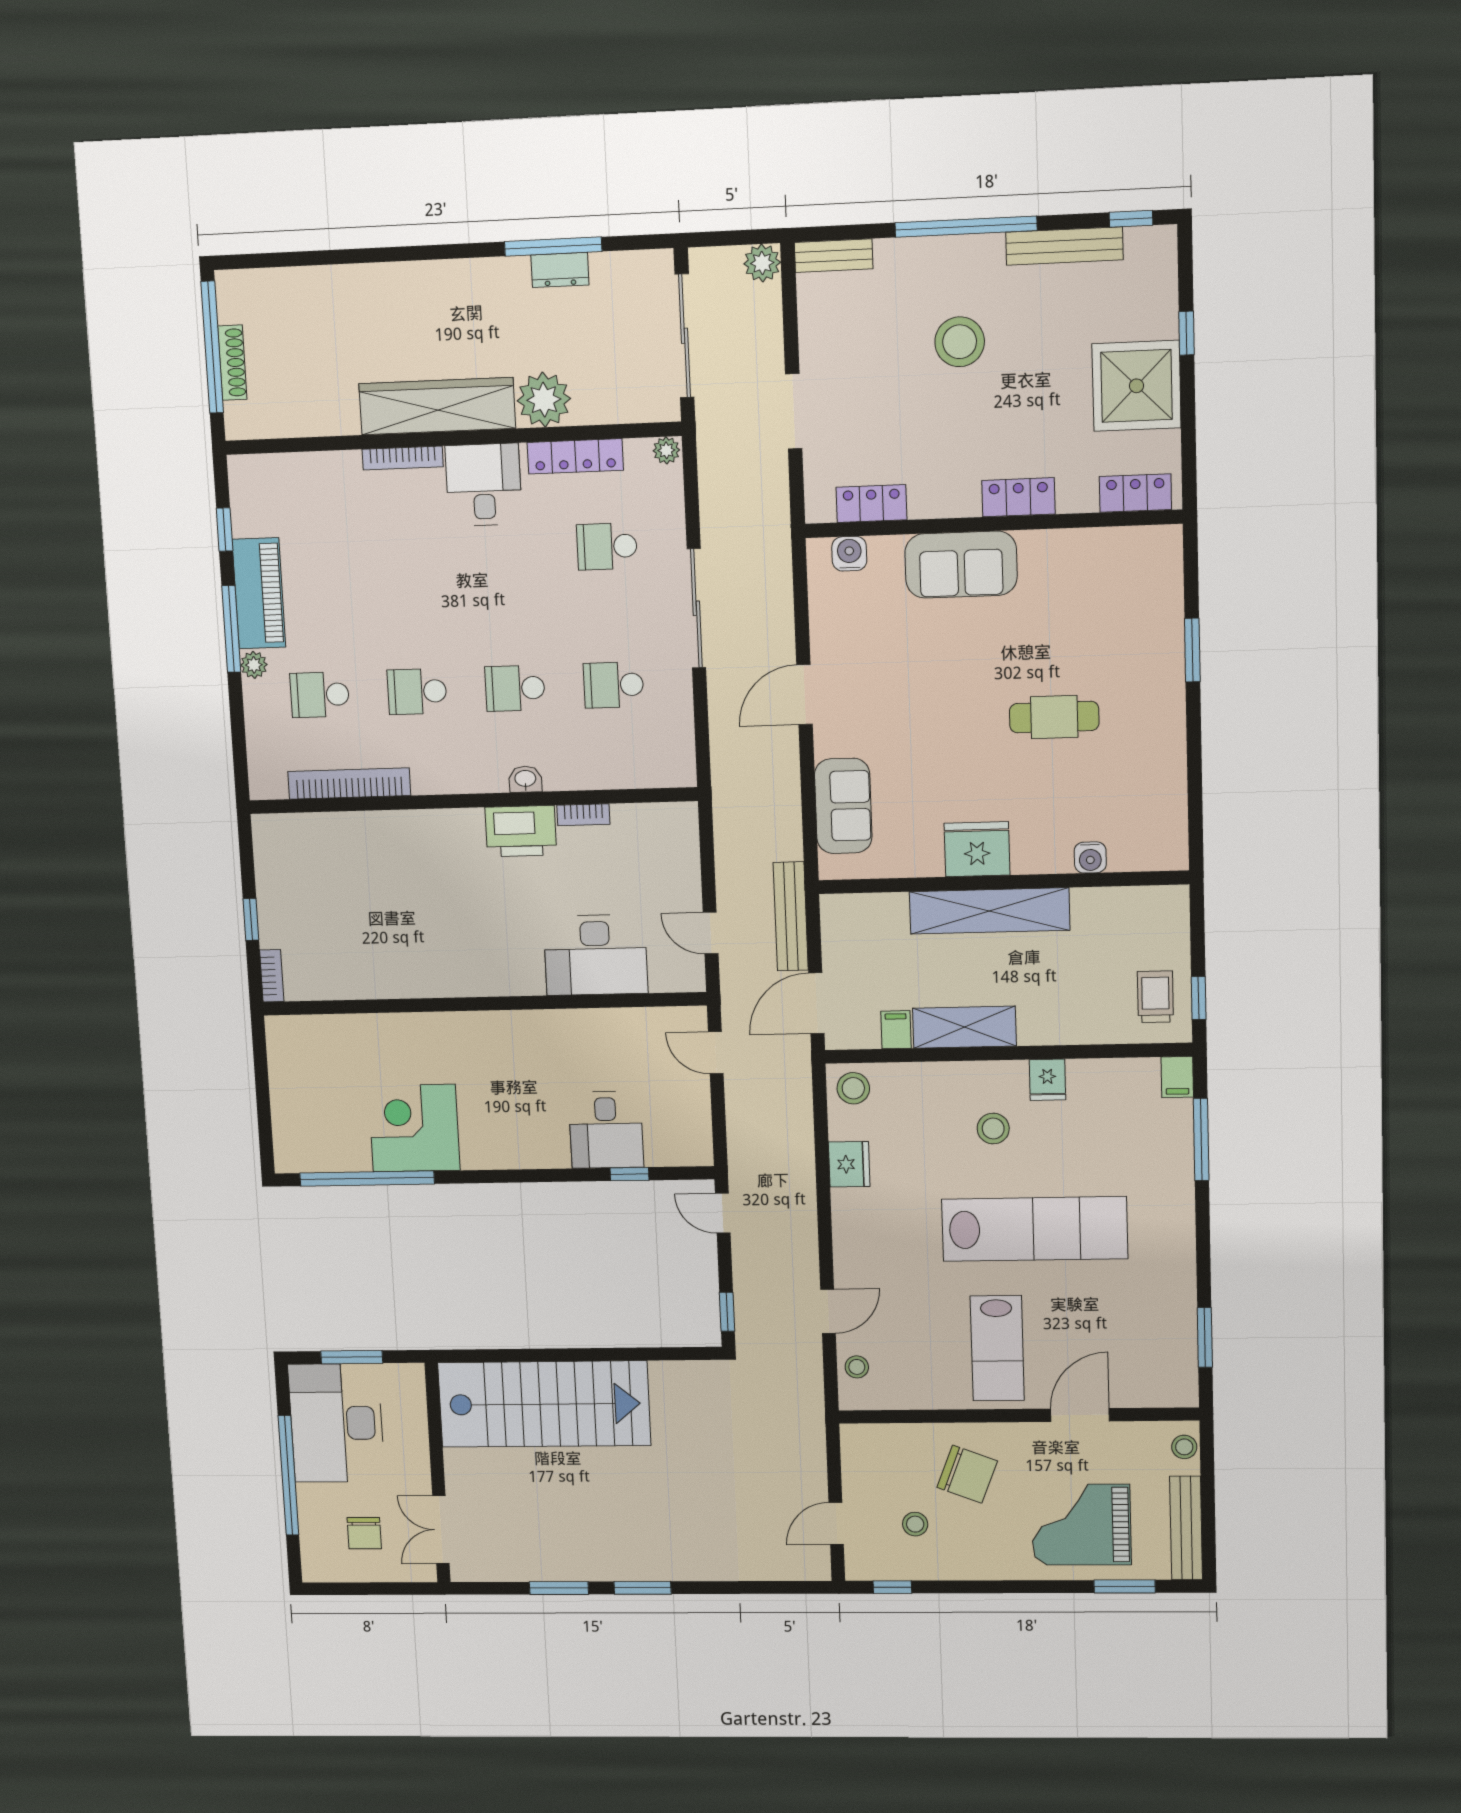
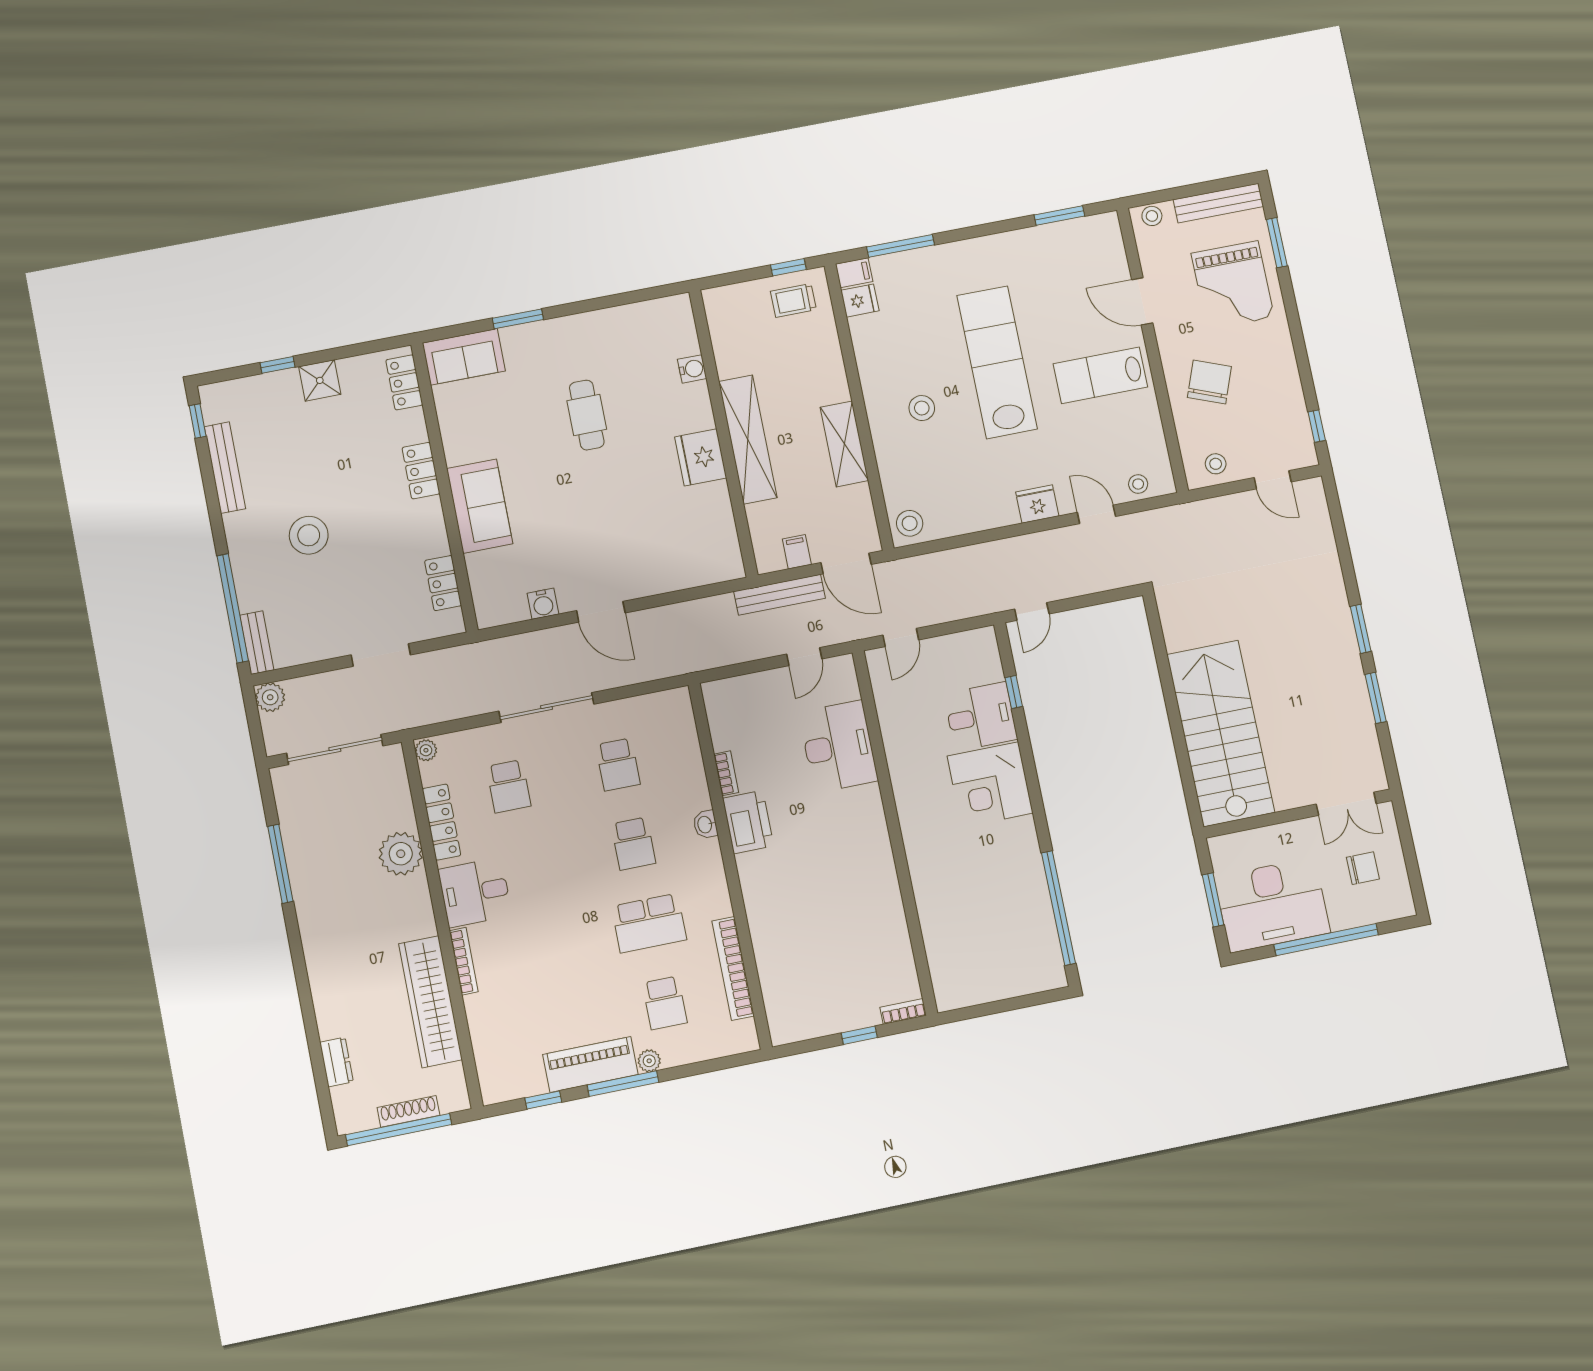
window: (966, 227) -> (233, 608), moved
dresser: (560, 270) -> (336, 1062), moved
shower: (1137, 386) -> (320, 380), width x0.54, depth x0.54
wardrobe: (437, 406) -> (430, 1002), moved
water cooler: (849, 554) -> (543, 604), moved, turned -90
school desk: (417, 691) -> (649, 923), width x1.85
sofa: (843, 806) -> (464, 357), moved, turned 180
filing cabinet: (896, 1030) -> (797, 552), moved, turned 90
fridge: (1047, 1080) -> (860, 301), moved
corner desk: (414, 1128) -> (990, 785), moved
fridge: (849, 1164) -> (1037, 504), moved
window: (727, 1312) -> (1113, 595), removed
lab bench: (997, 1348) -> (1100, 375), turned 180
stool: (915, 1524) -> (1216, 464), moved

